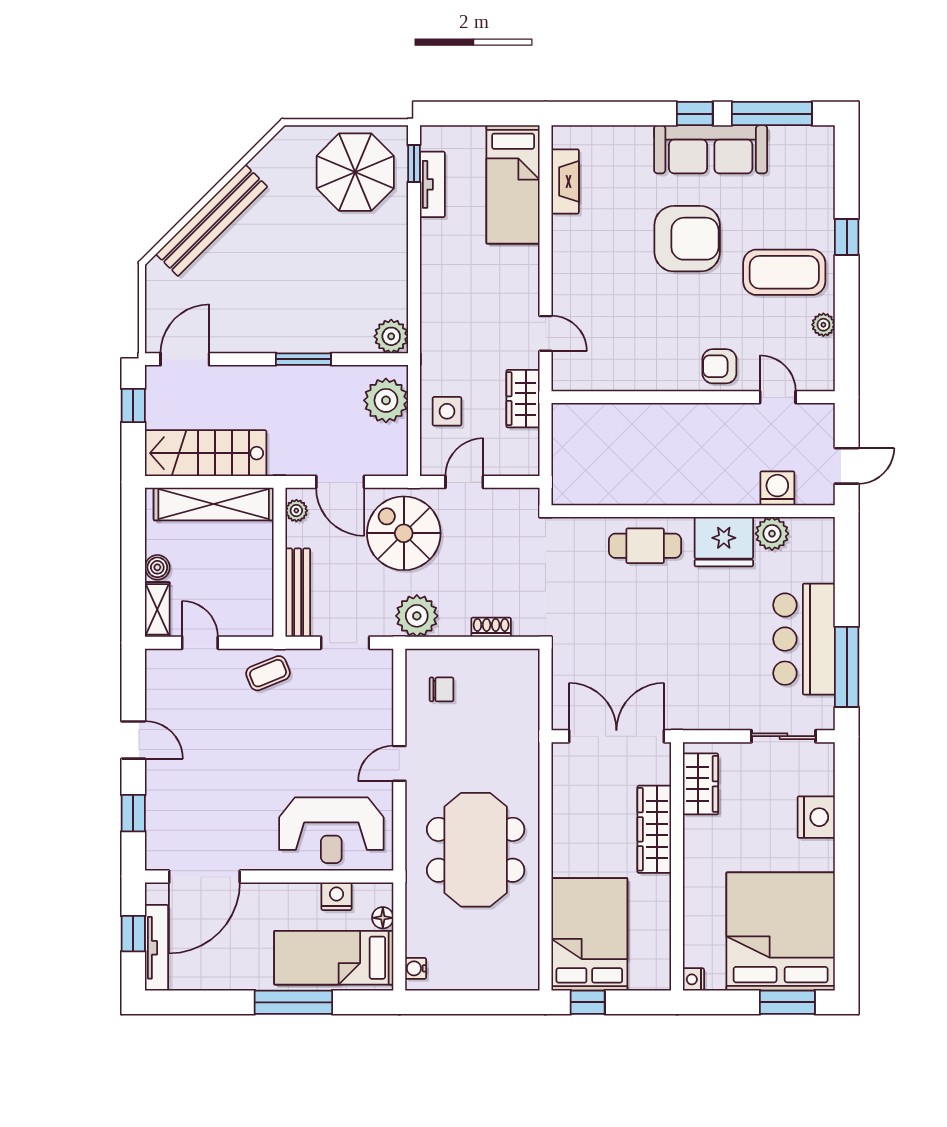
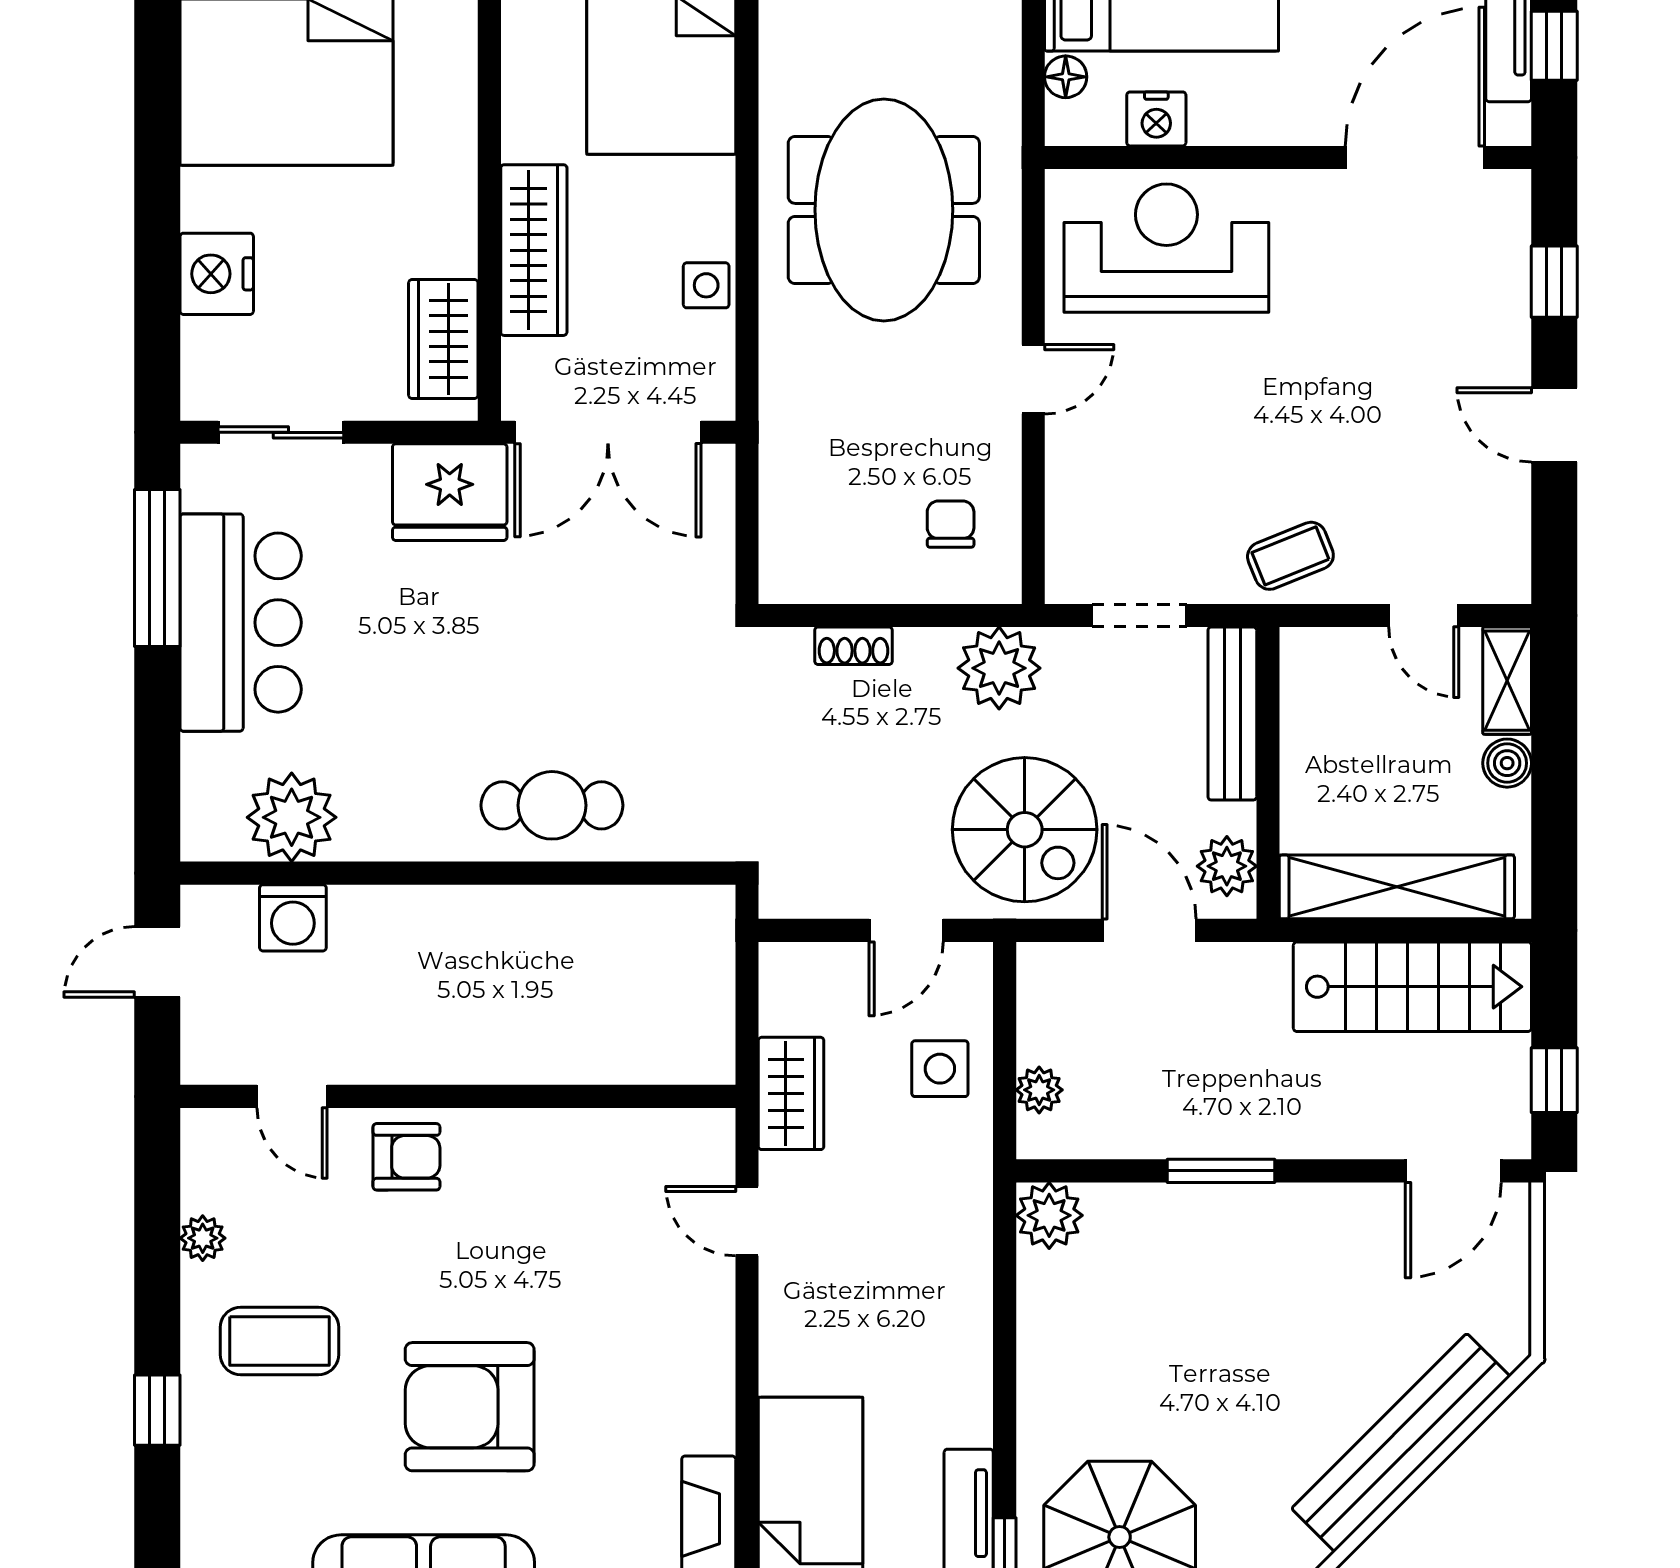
coffee table: (784, 272) -> (279, 1341), width x0.73, depth x0.76
plant: (386, 400) -> (1039, 1090), width x0.53, depth x0.53
plant: (296, 511) -> (1227, 866), width x1.38, depth x1.38
plant: (772, 534) -> (292, 817), width x1.36, depth x1.36
fridge: (724, 542) -> (450, 492), moved, turned 180
chair: (442, 689) -> (951, 524), turned 90
side table: (566, 811) -> (706, 285), added

